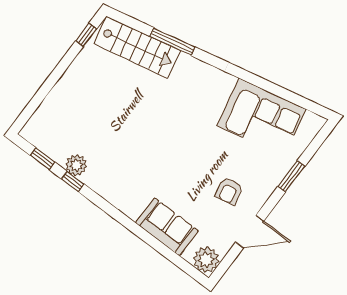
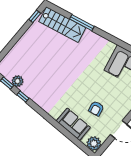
plant: (76, 165) -> (18, 81), moved
armchair: (229, 191) -> (96, 109), moved

